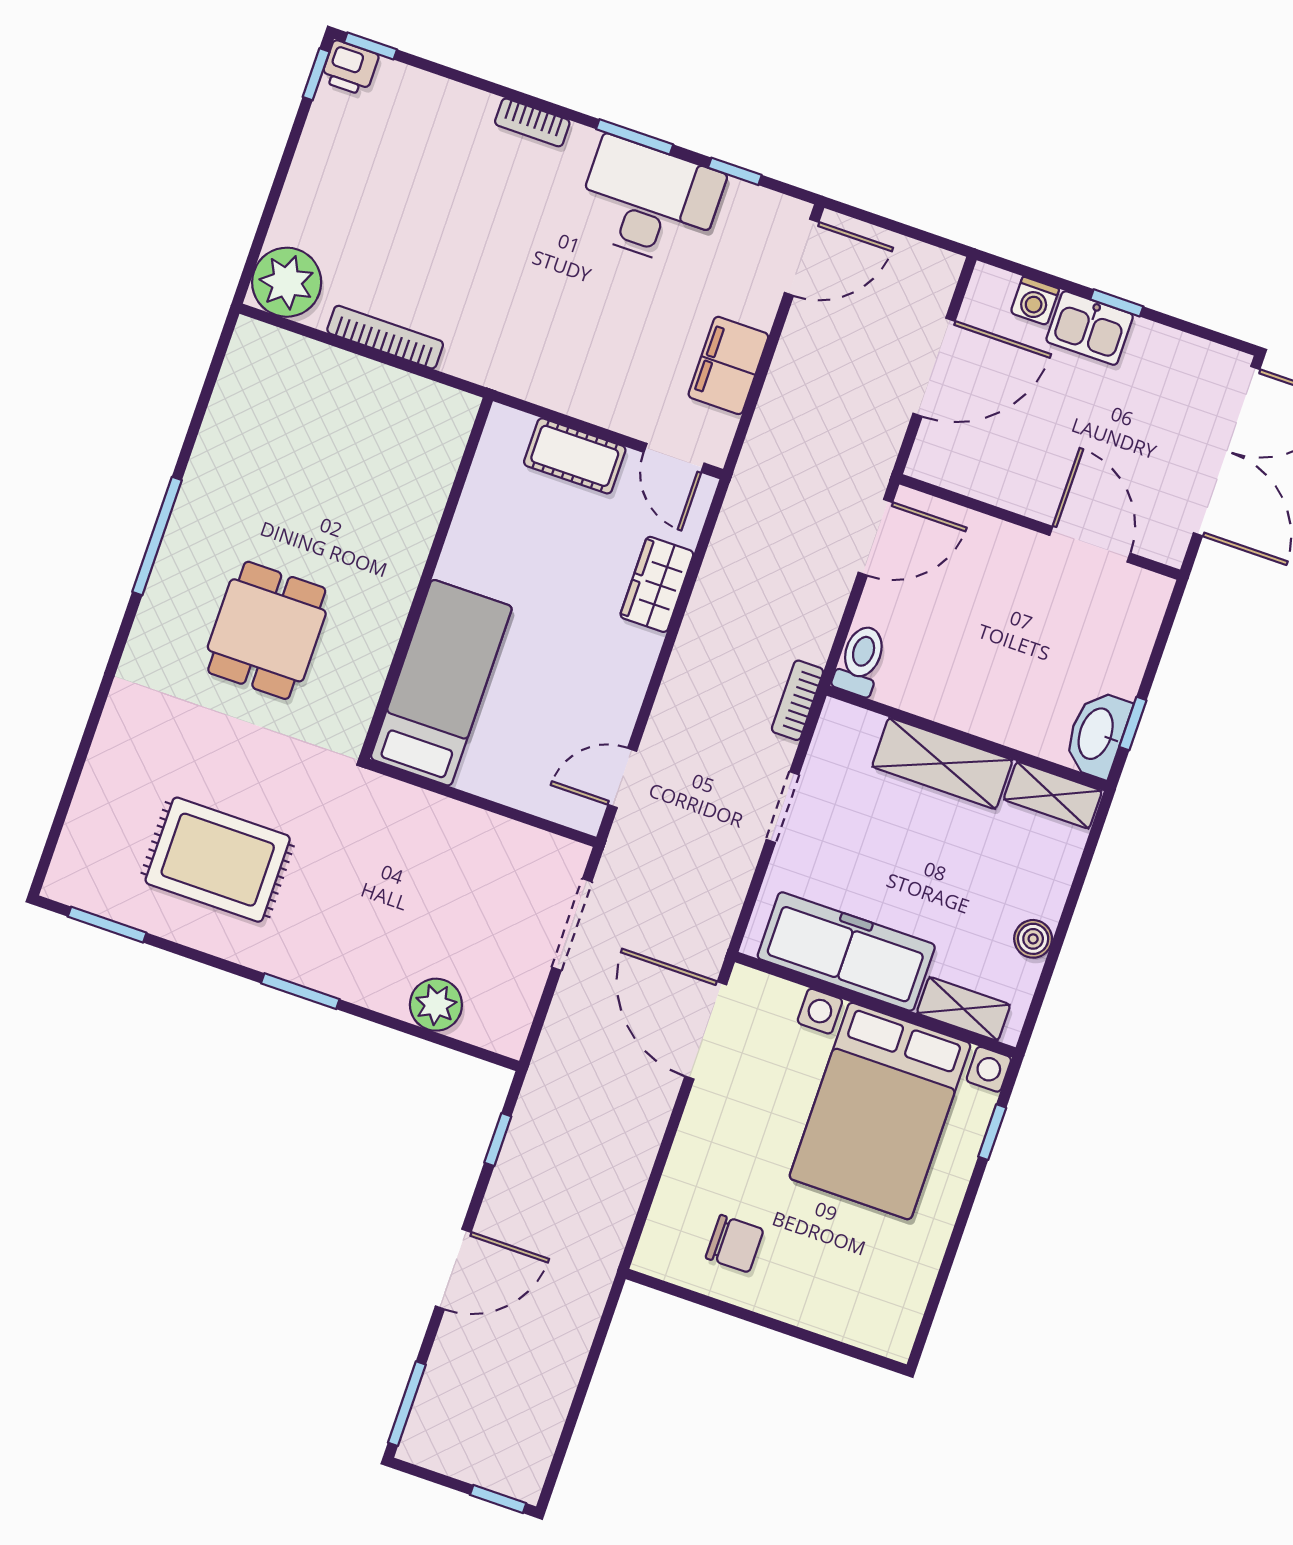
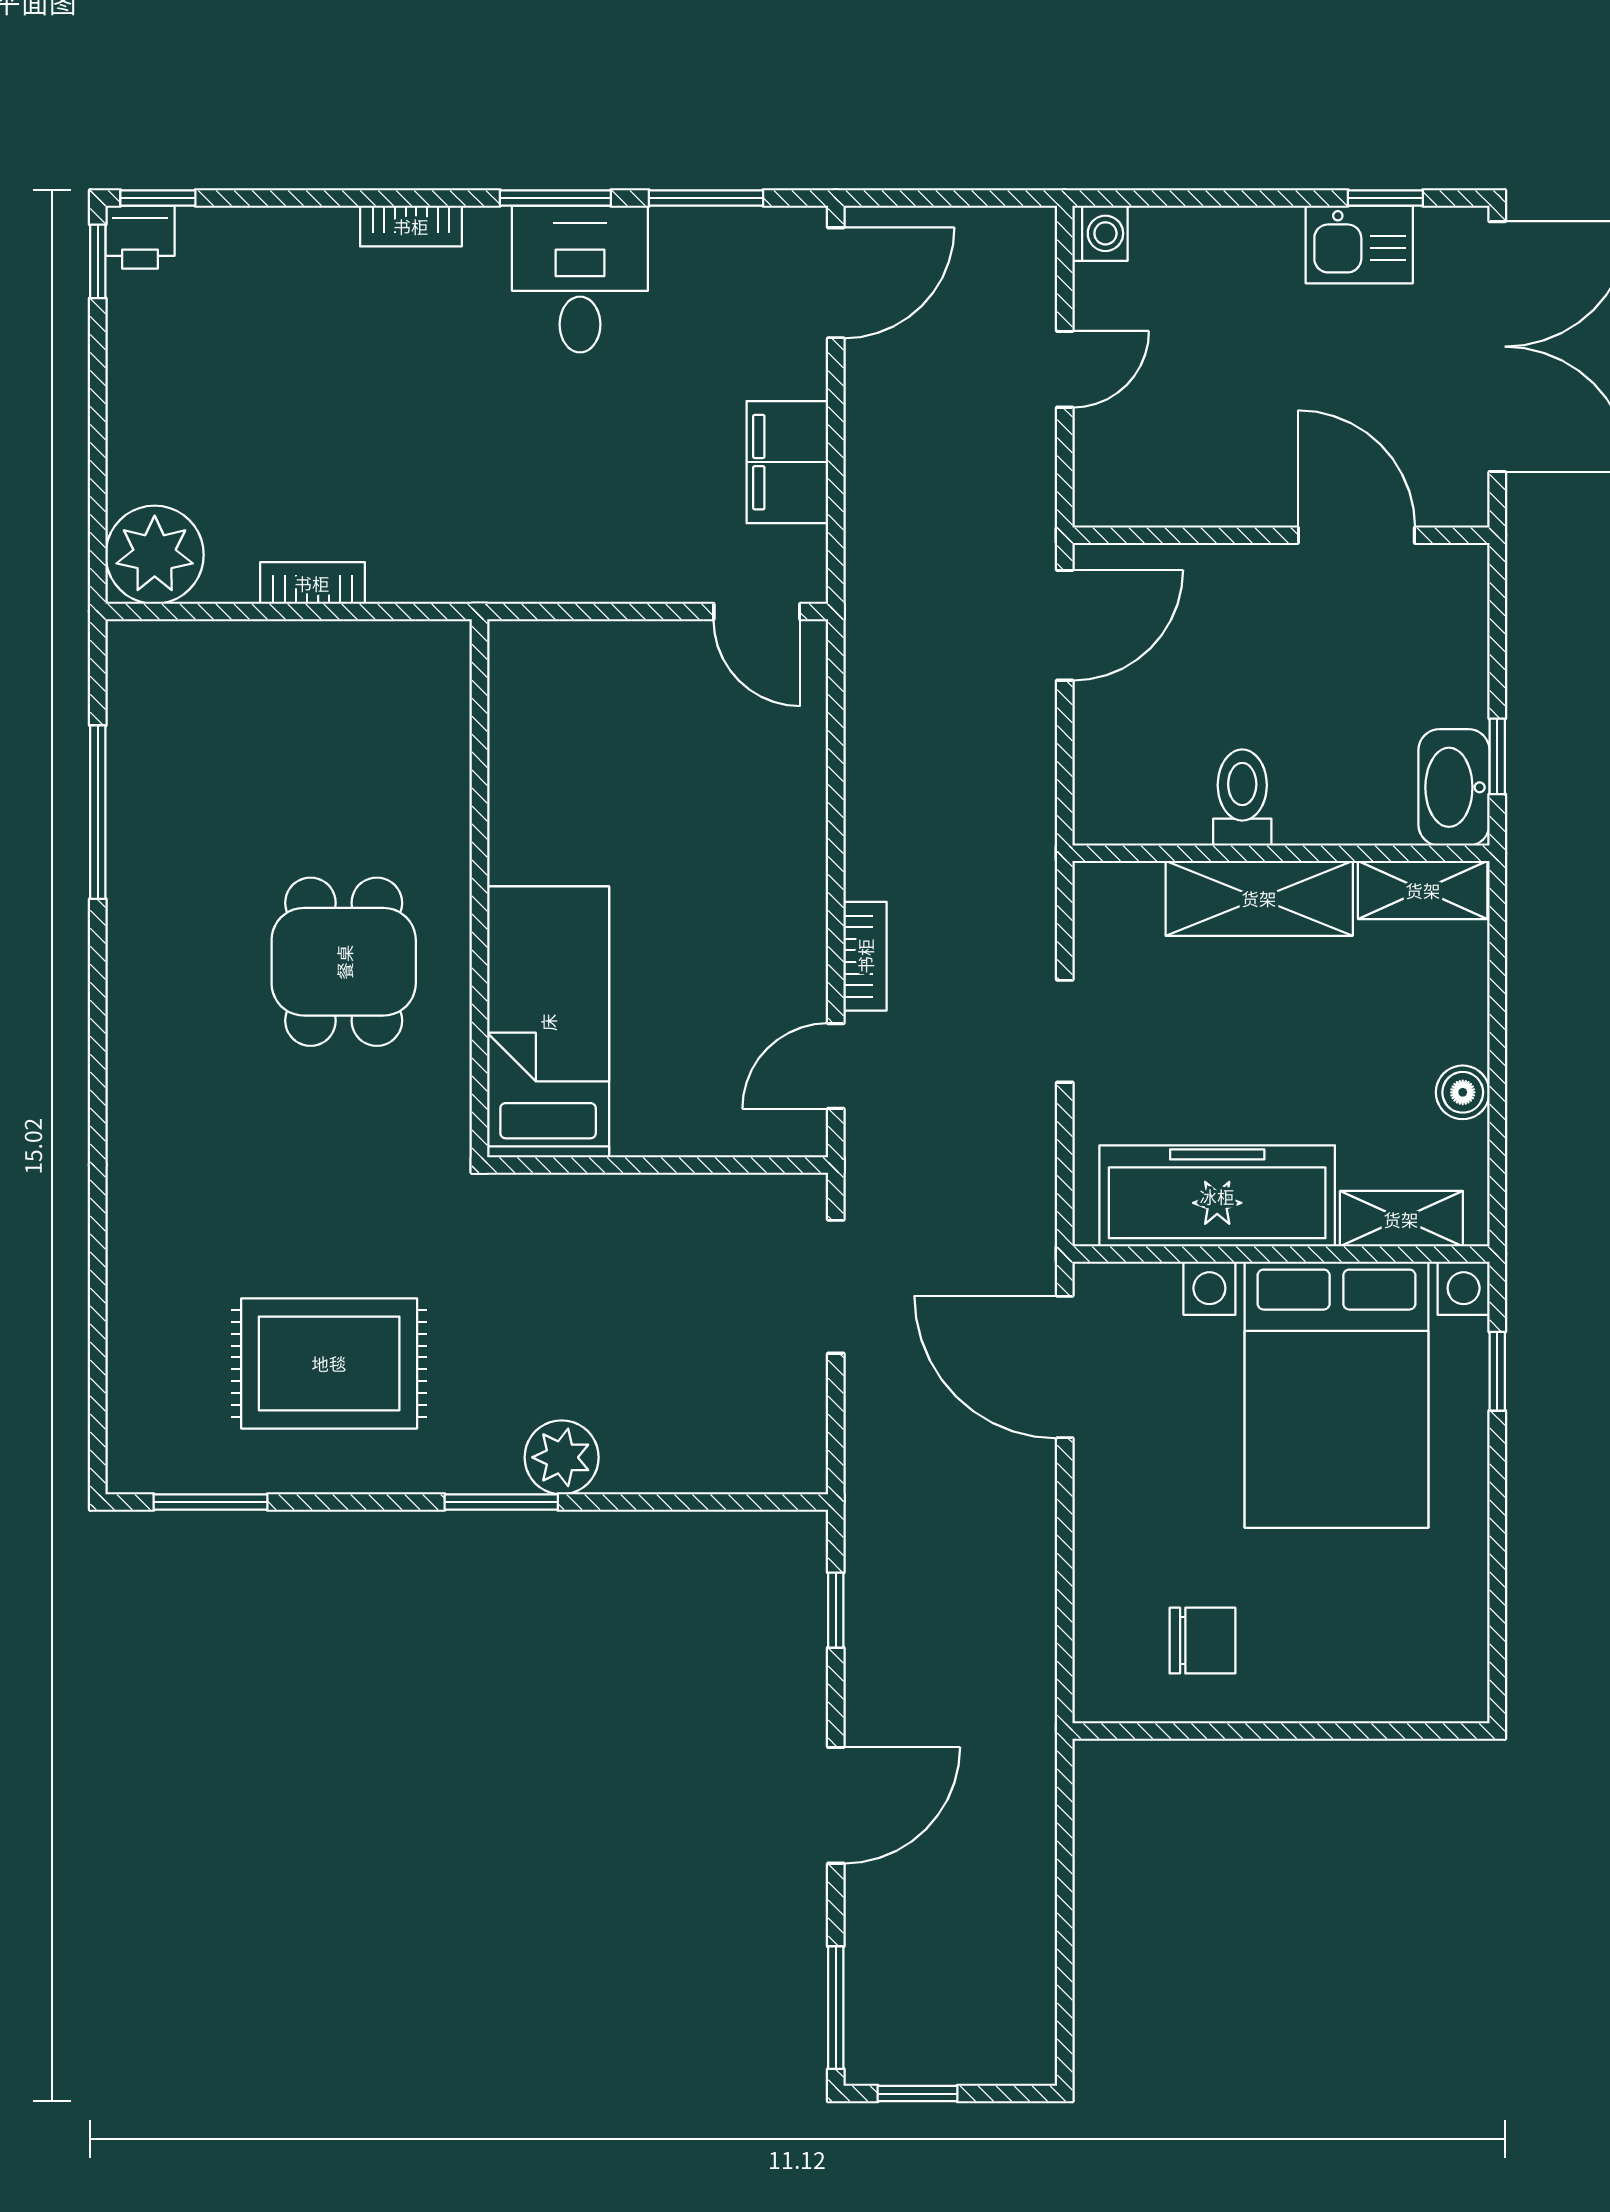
window: (735, 171) -> (706, 198), width x1.50
desk: (649, 202) -> (580, 279), width x0.73
washing machine: (1035, 301) -> (1100, 233), moved, turned -90
window: (1117, 303) -> (1385, 198), moved
kitchen sink: (1090, 328) -> (1359, 245), moved
bookcase: (385, 337) -> (312, 583), width x0.64
door: (934, 367) -> (1065, 369), width x0.53
cot: (575, 456) -> (623, 655), removed
window: (157, 536) -> (98, 812), moved
wardrobe: (657, 584) -> (793, 790), removed
dining table: (267, 630) -> (344, 962), moved
toilet: (860, 660) -> (1242, 798), moved
bookcase: (797, 700) -> (865, 956), moved, turned 180
plant: (436, 1005) -> (562, 1457), moved
window: (498, 1499) -> (917, 2094), moved

